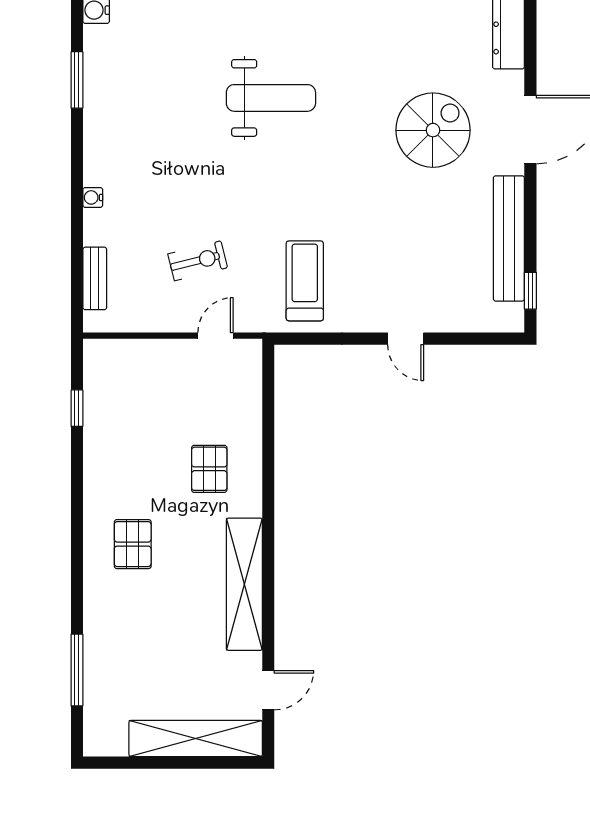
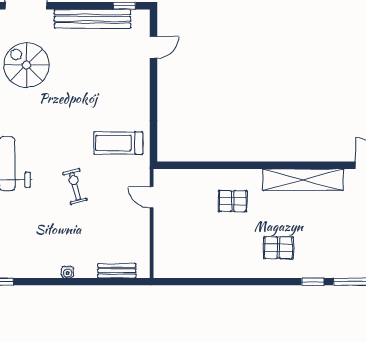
exercise bike: (198, 261) -> (75, 186), moved
door: (406, 339) -> (153, 47), moved
window: (77, 408) -> (313, 282), moved

